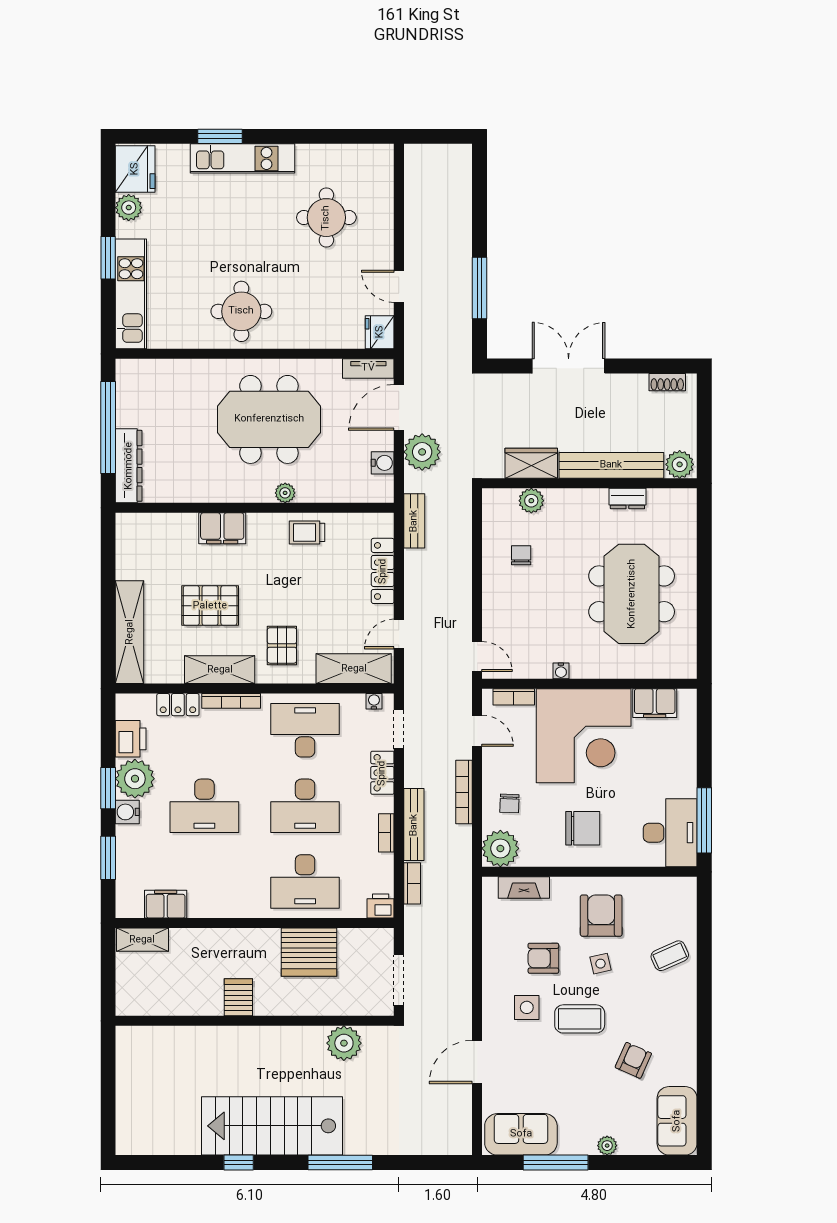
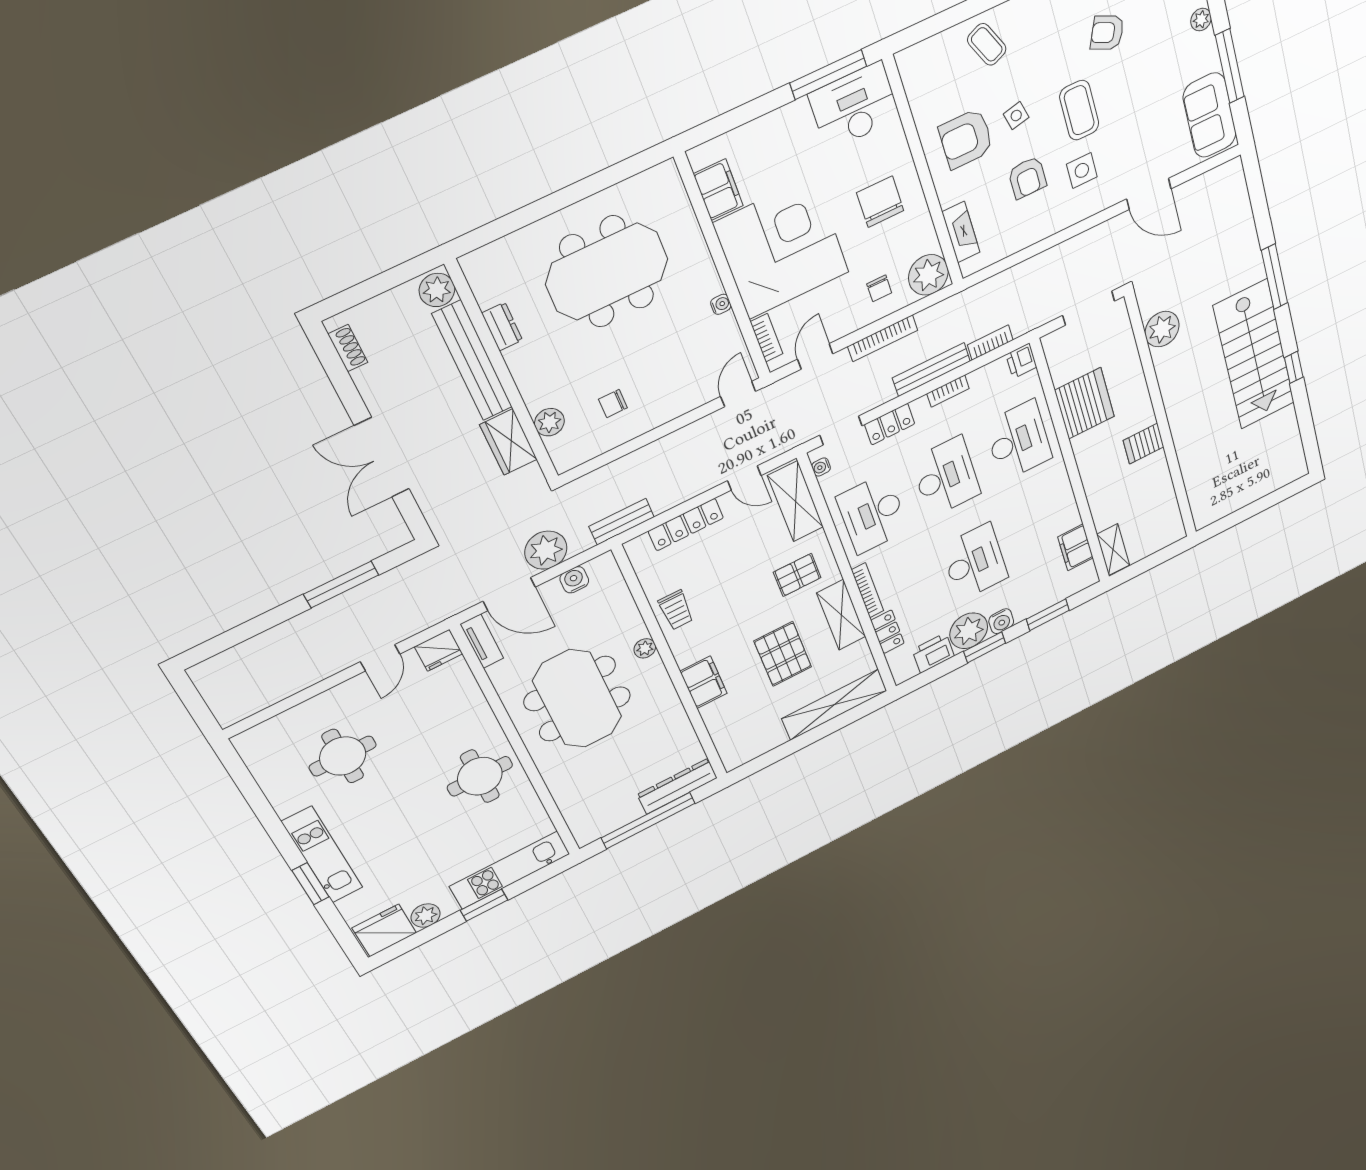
chair: (509, 803) -> (879, 288), turned 88

